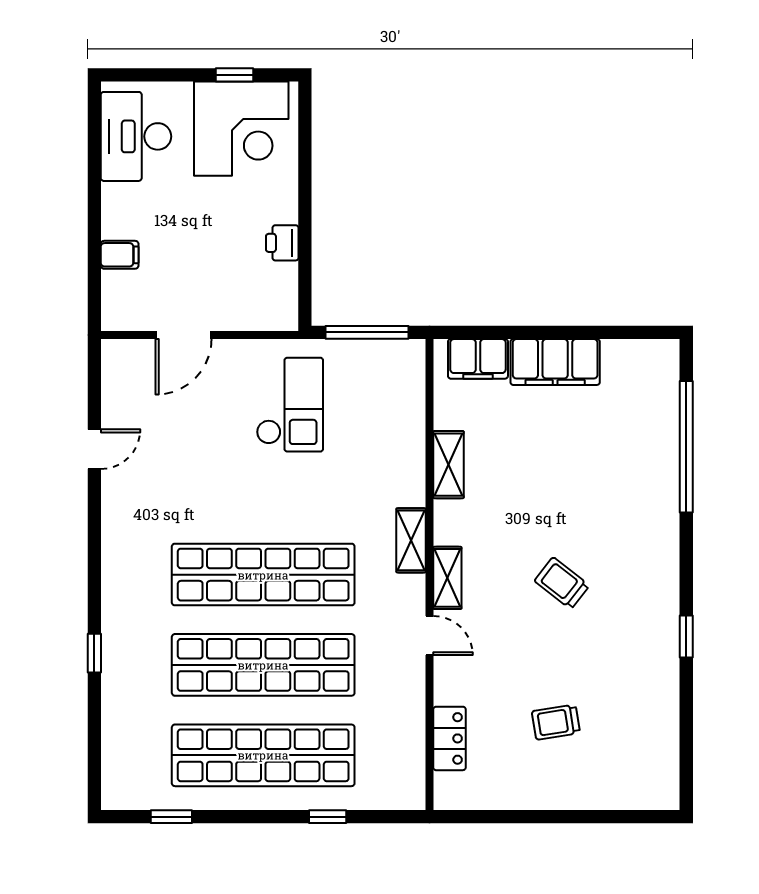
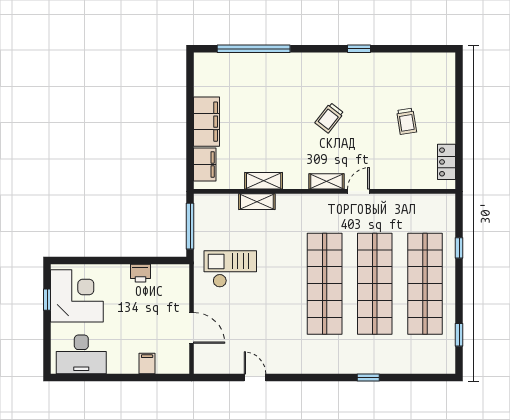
shelving: (411, 540) -> (257, 202), moved
locker: (449, 738) -> (447, 162), moved, turned -90

